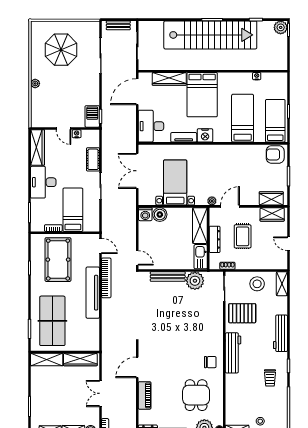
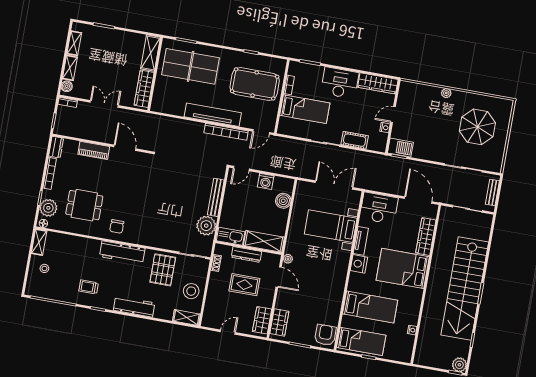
bed with nightstands: (175, 183) -> (331, 226), moved, turned 180
washing machine: (145, 214) -> (266, 181), moved, turned -90

